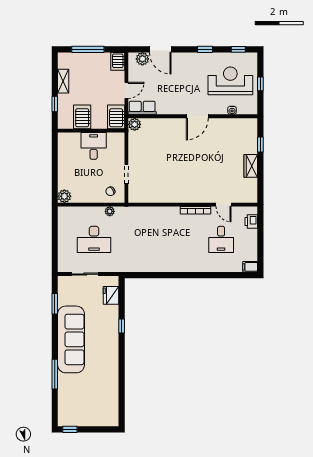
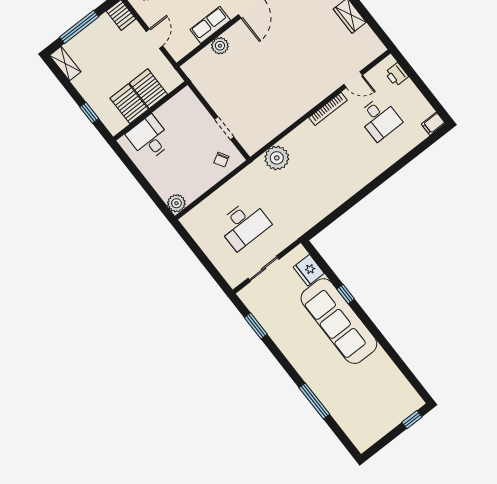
shelving: (63, 81) -> (65, 64), moved
row of seats: (142, 108) -> (210, 25), moved
server rack: (116, 117) -> (148, 89), moved
plant: (135, 124) -> (220, 46), moved
desk: (94, 146) -> (149, 138), moved
plant: (110, 211) -> (277, 158), moved, width x1.87, depth x1.87
sofa: (71, 339) -> (339, 321), moved, turned 180
window: (70, 429) -> (412, 420), moved

